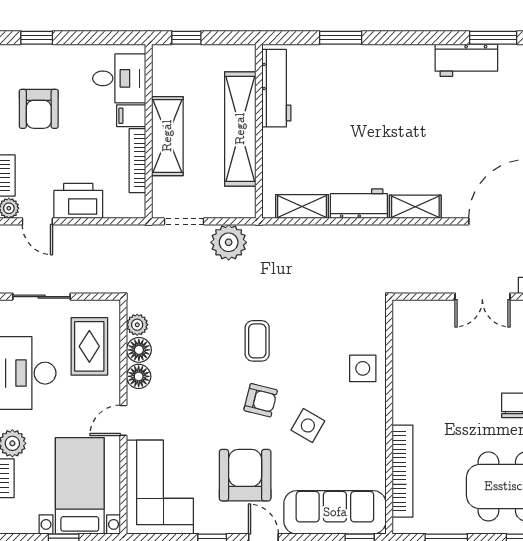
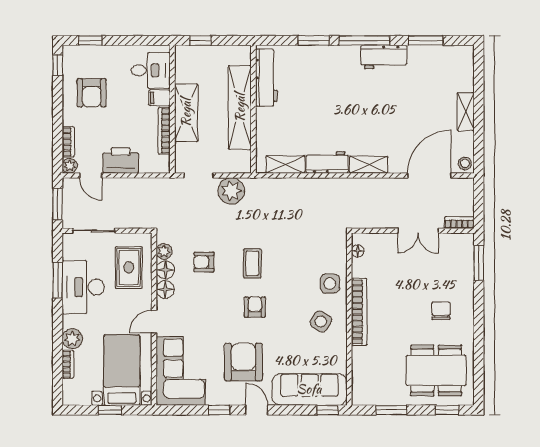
window: (410, 38) -> (364, 40), added
workbench: (466, 60) -> (384, 57), moved
floor lamp: (401, 324) -> (358, 251), added
armchair: (191, 339) -> (204, 262), added
armchair: (261, 400) -> (255, 307), turned -104
side table: (308, 425) -> (321, 322), moved
bookcase: (402, 471) -> (359, 312), moved

